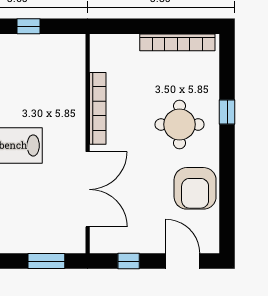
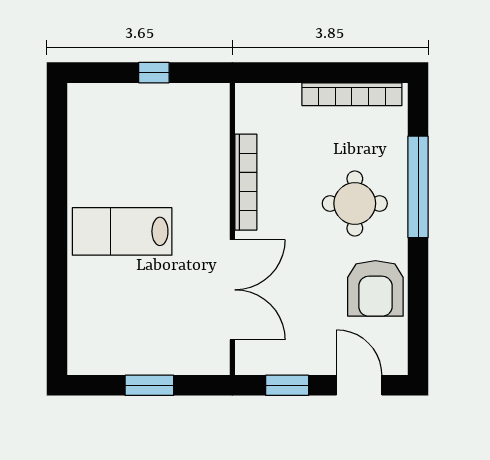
window: (227, 112) -> (418, 187), width x3.17
window: (46, 261) -> (149, 385), moved
window: (129, 261) -> (287, 385), width x1.50

